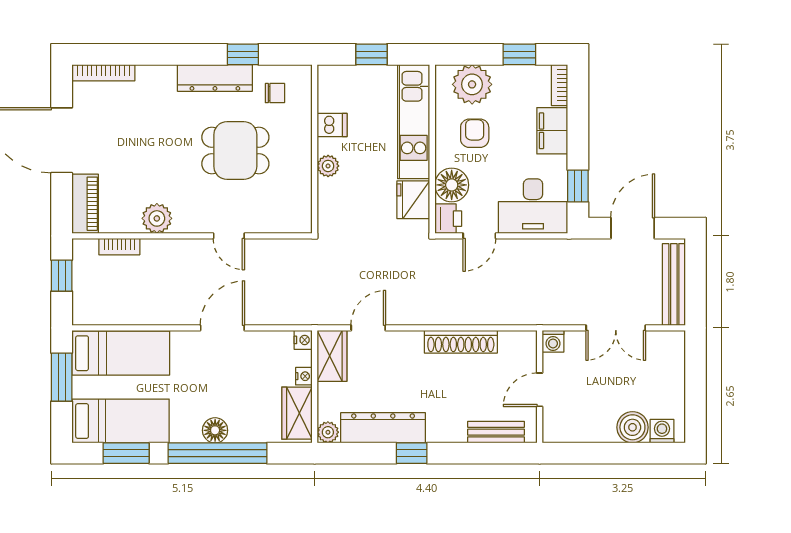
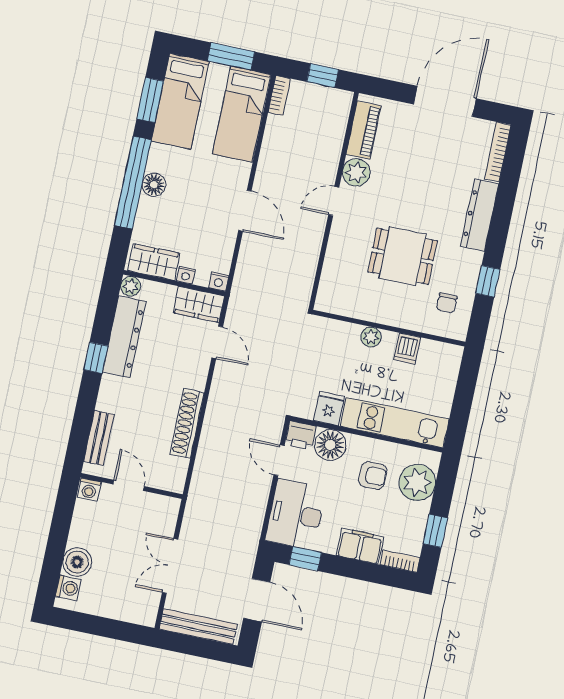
window: (371, 54) -> (463, 397), removed
dresser: (215, 78) -> (480, 215), moved
dining table: (235, 151) -> (403, 256), turned 90
fridge: (413, 200) -> (329, 409), width x0.72
piano: (85, 204) -> (364, 130), moved, turned -90
door: (229, 236) -> (334, 201), moved
bookcase: (119, 247) -> (279, 95), moved, turned 180
washing machine: (553, 341) -> (89, 490), moved, turned -90

